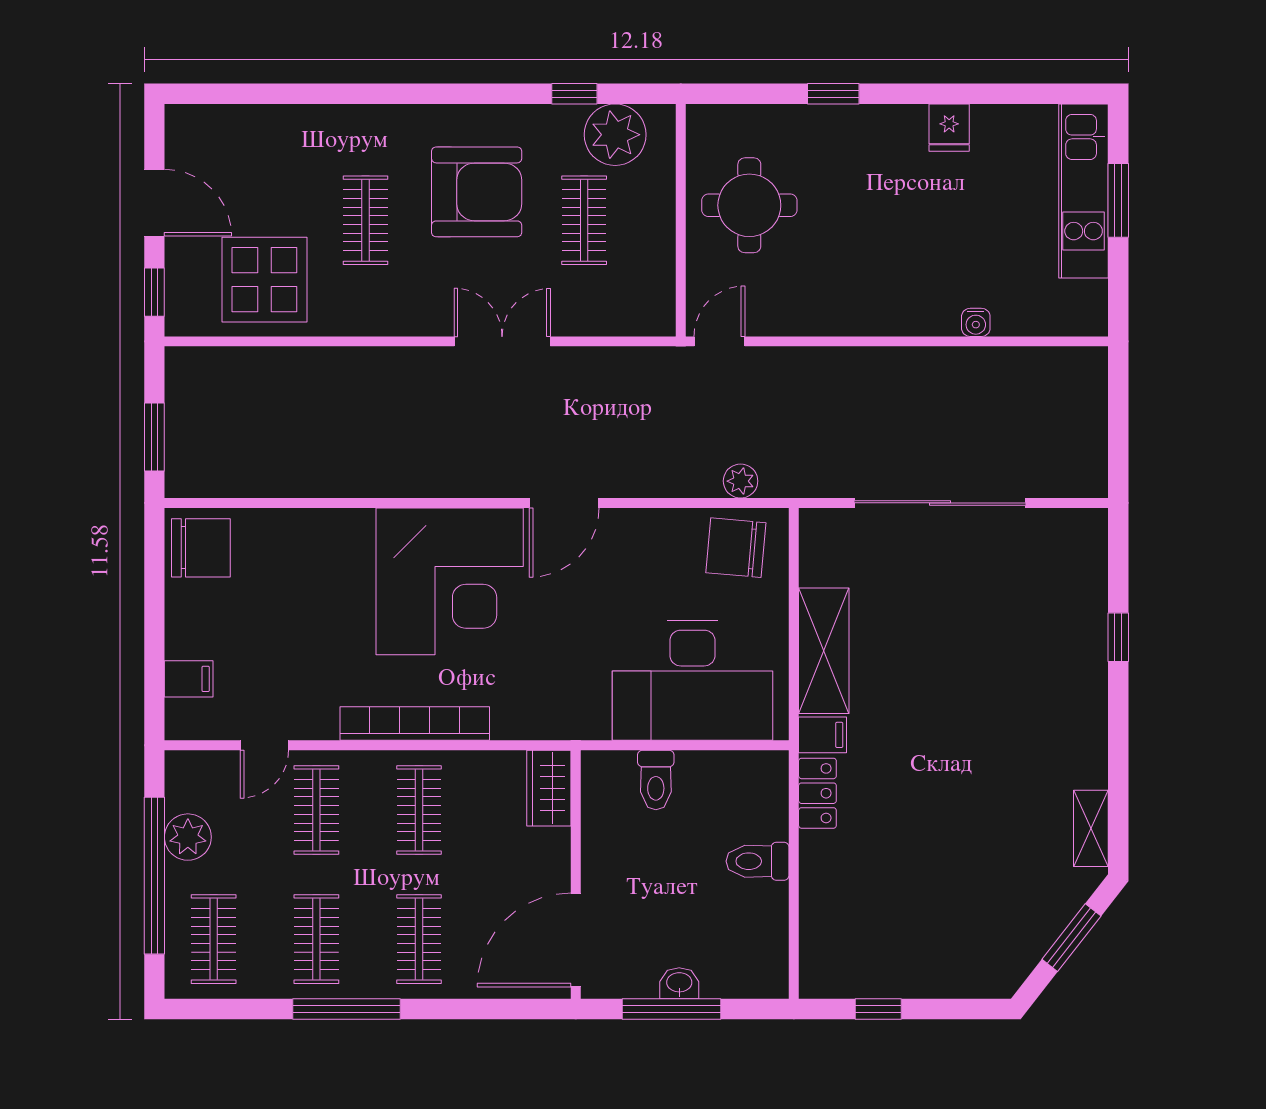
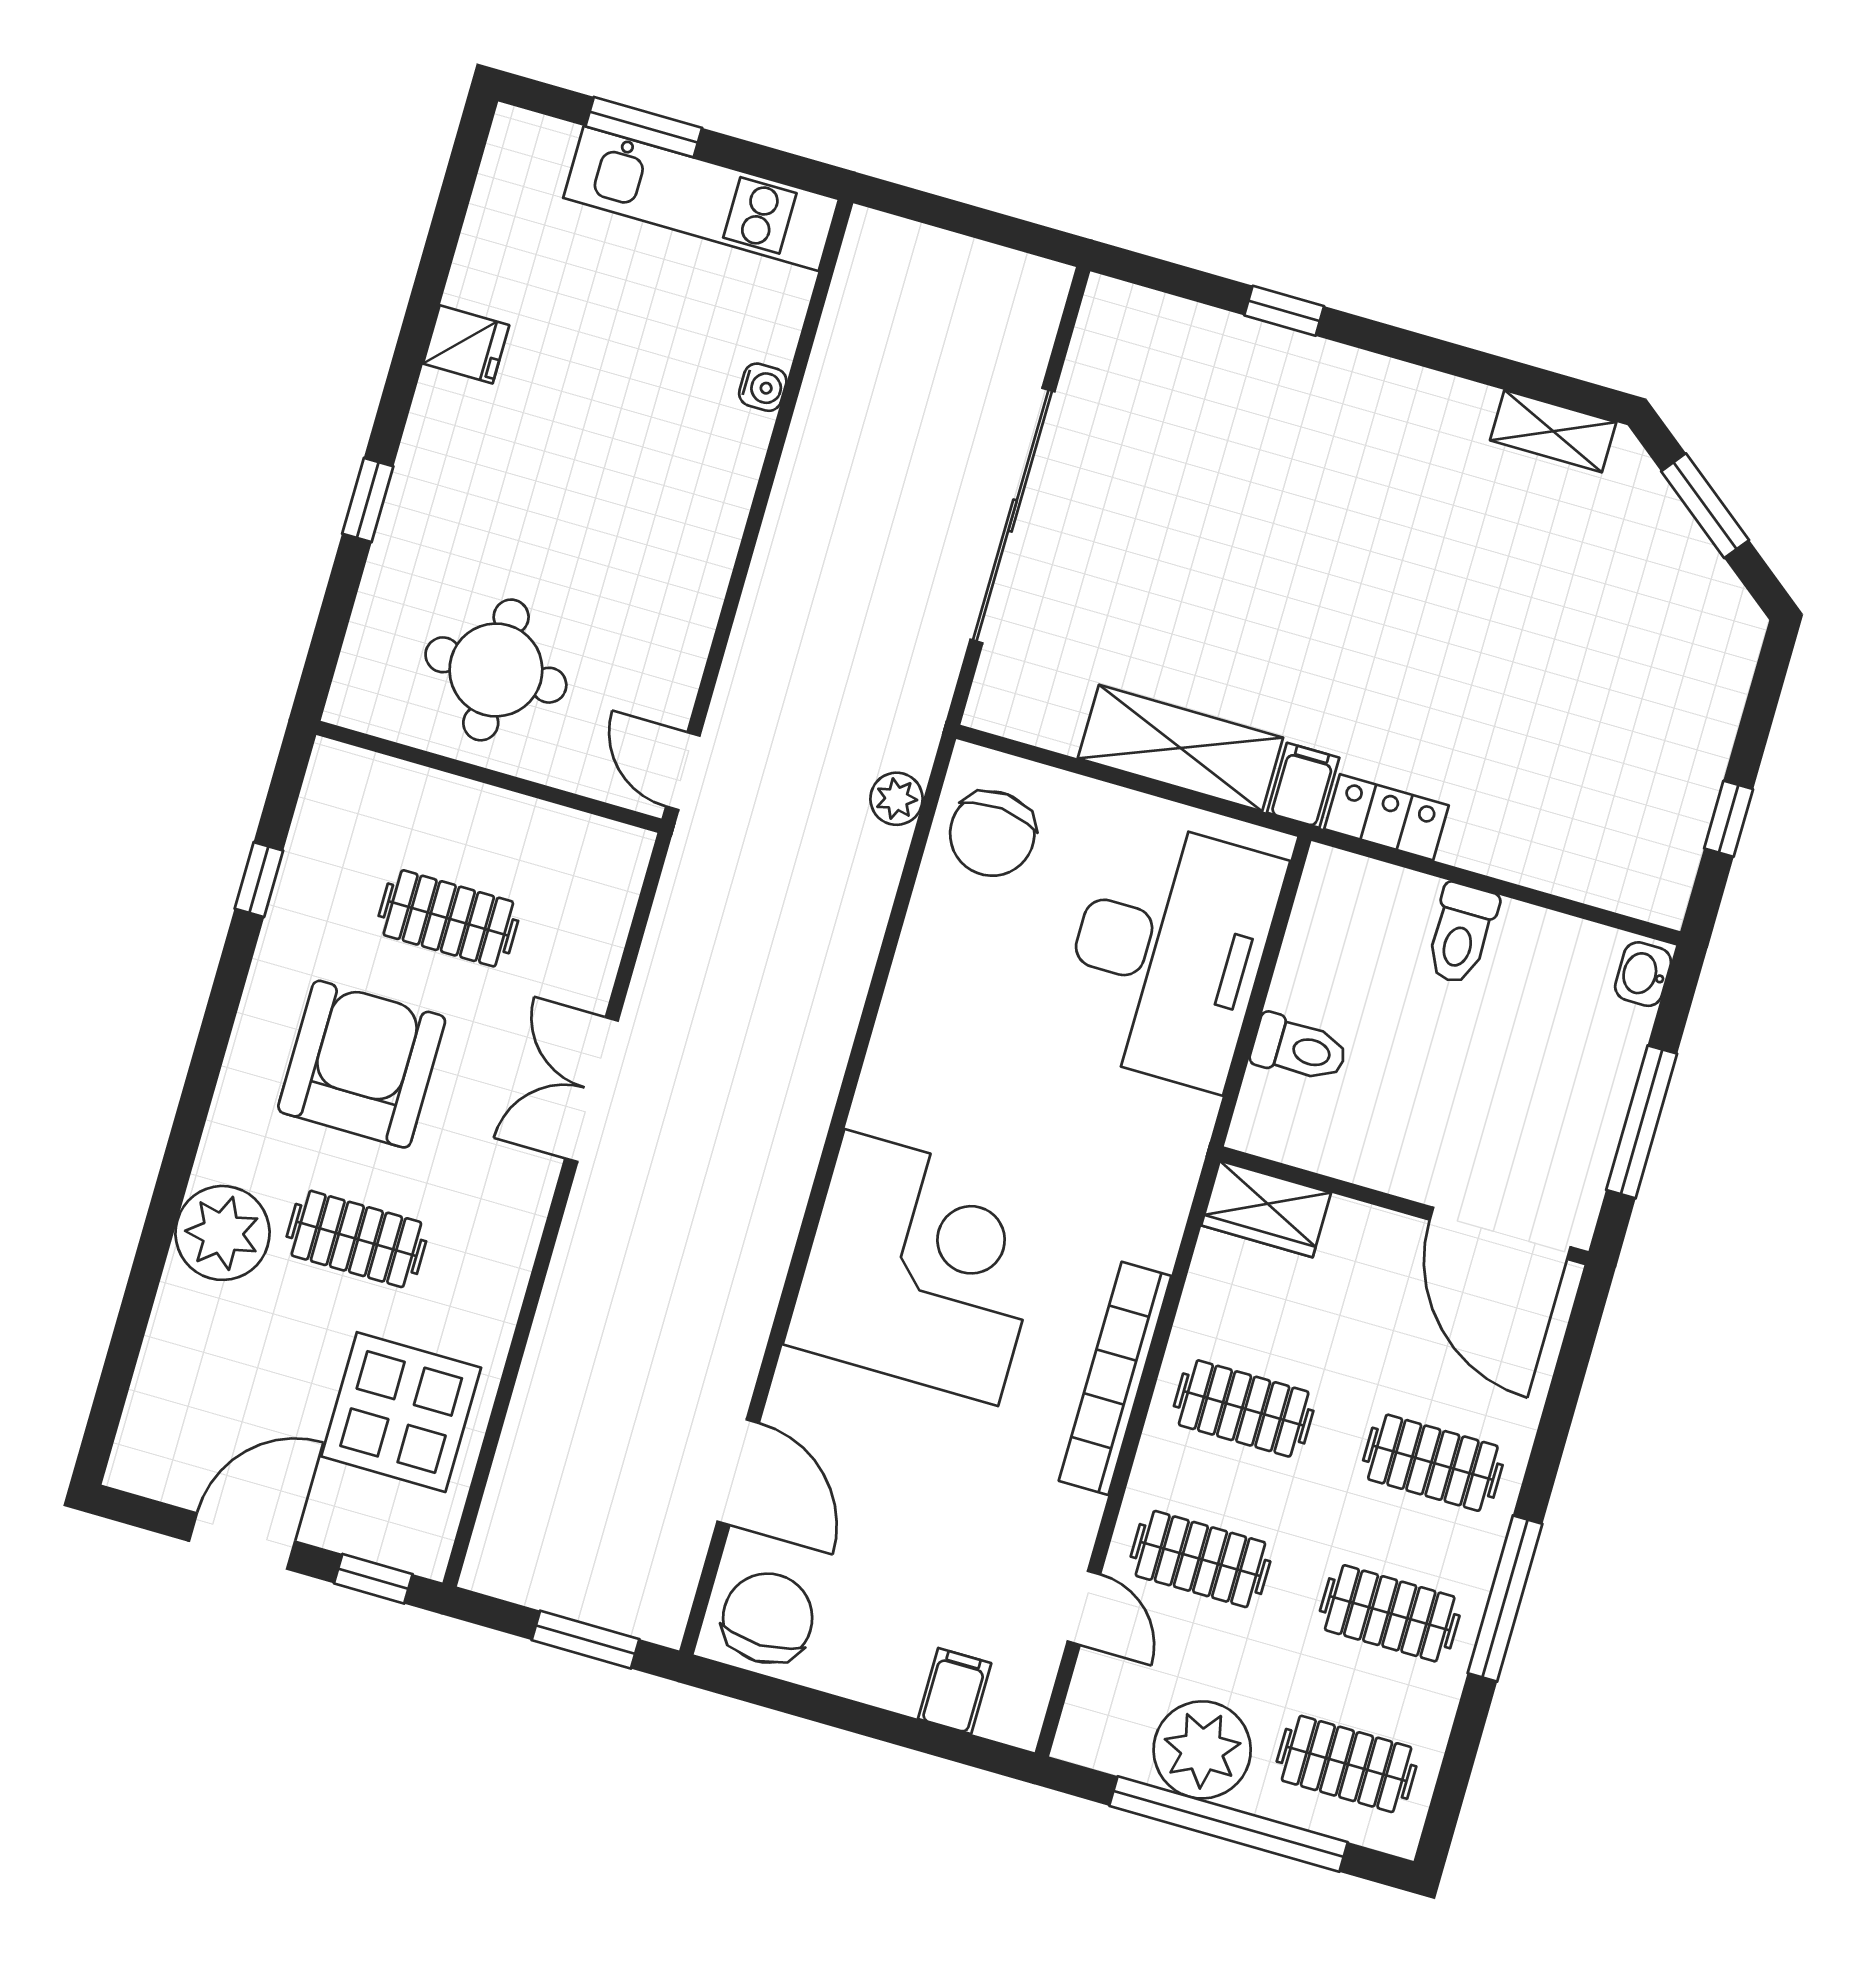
plant: (615, 135) -> (223, 1233), moved
kitchen unit: (1084, 191) -> (701, 199), moved
door: (564, 503) -> (738, 1472), moved
plant: (188, 837) -> (1202, 1750), width x1.36, depth x1.36
washbasin: (679, 983) -> (1643, 974), moved

